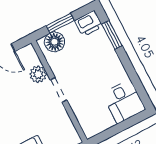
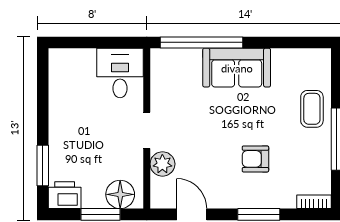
desk: (124, 101) -> (120, 73), moved

